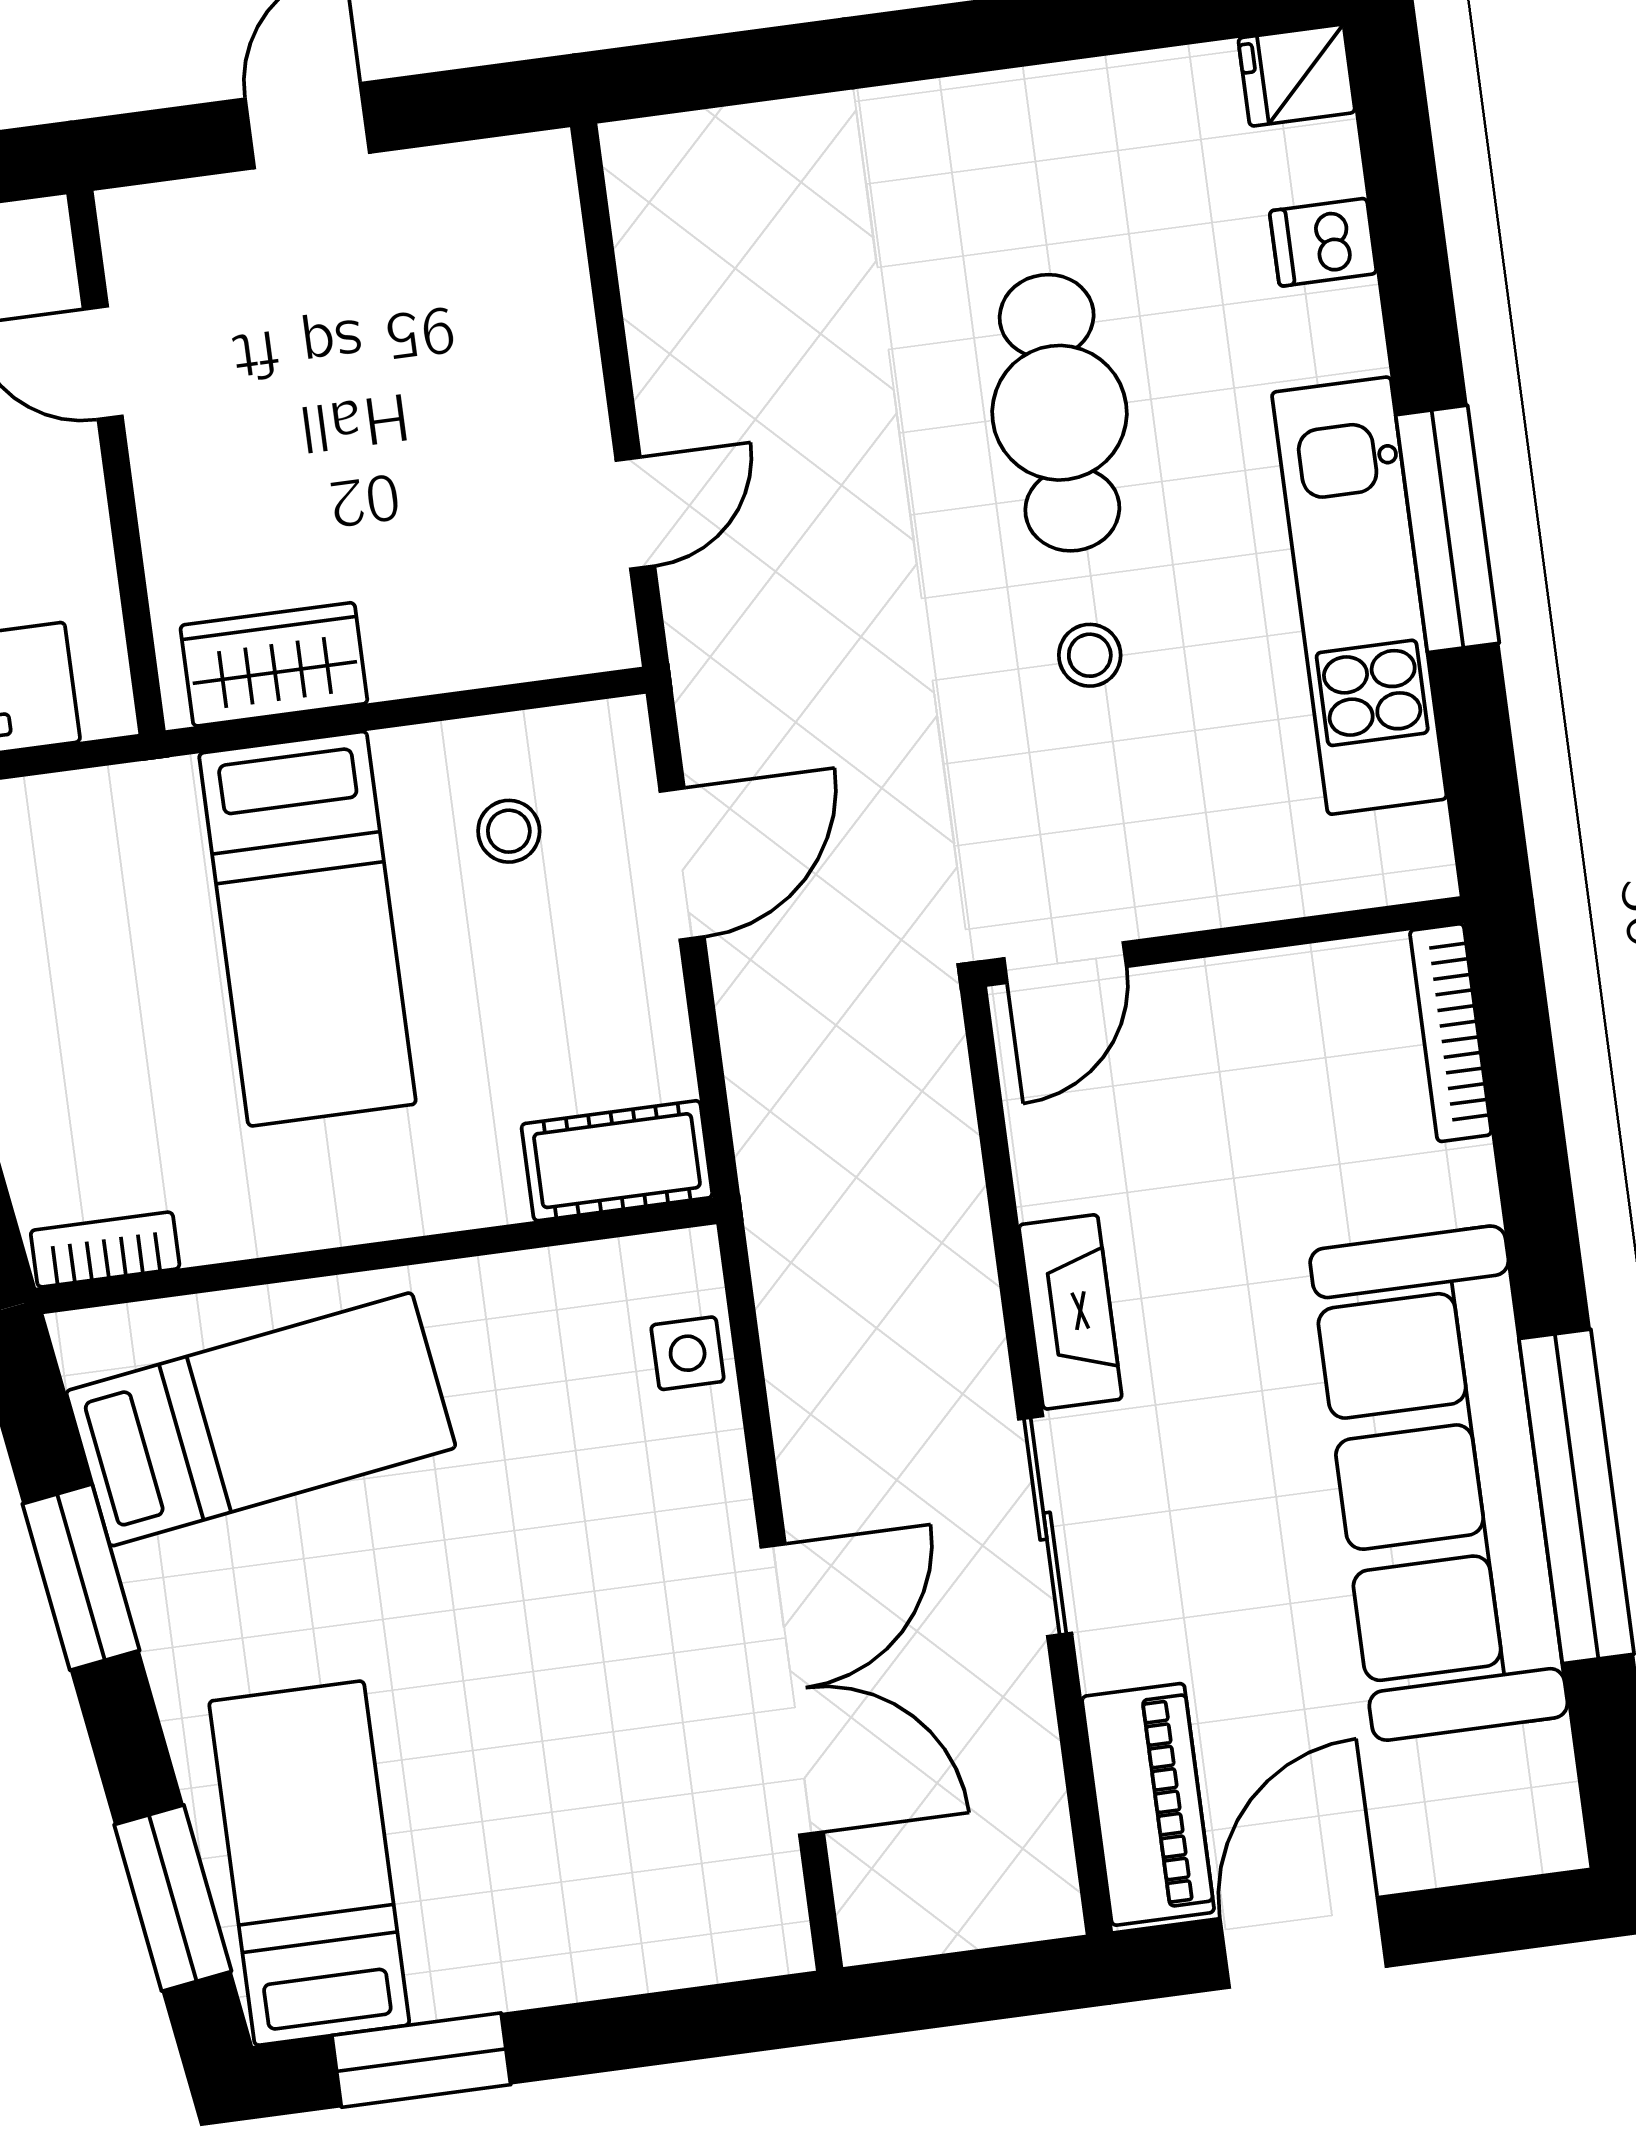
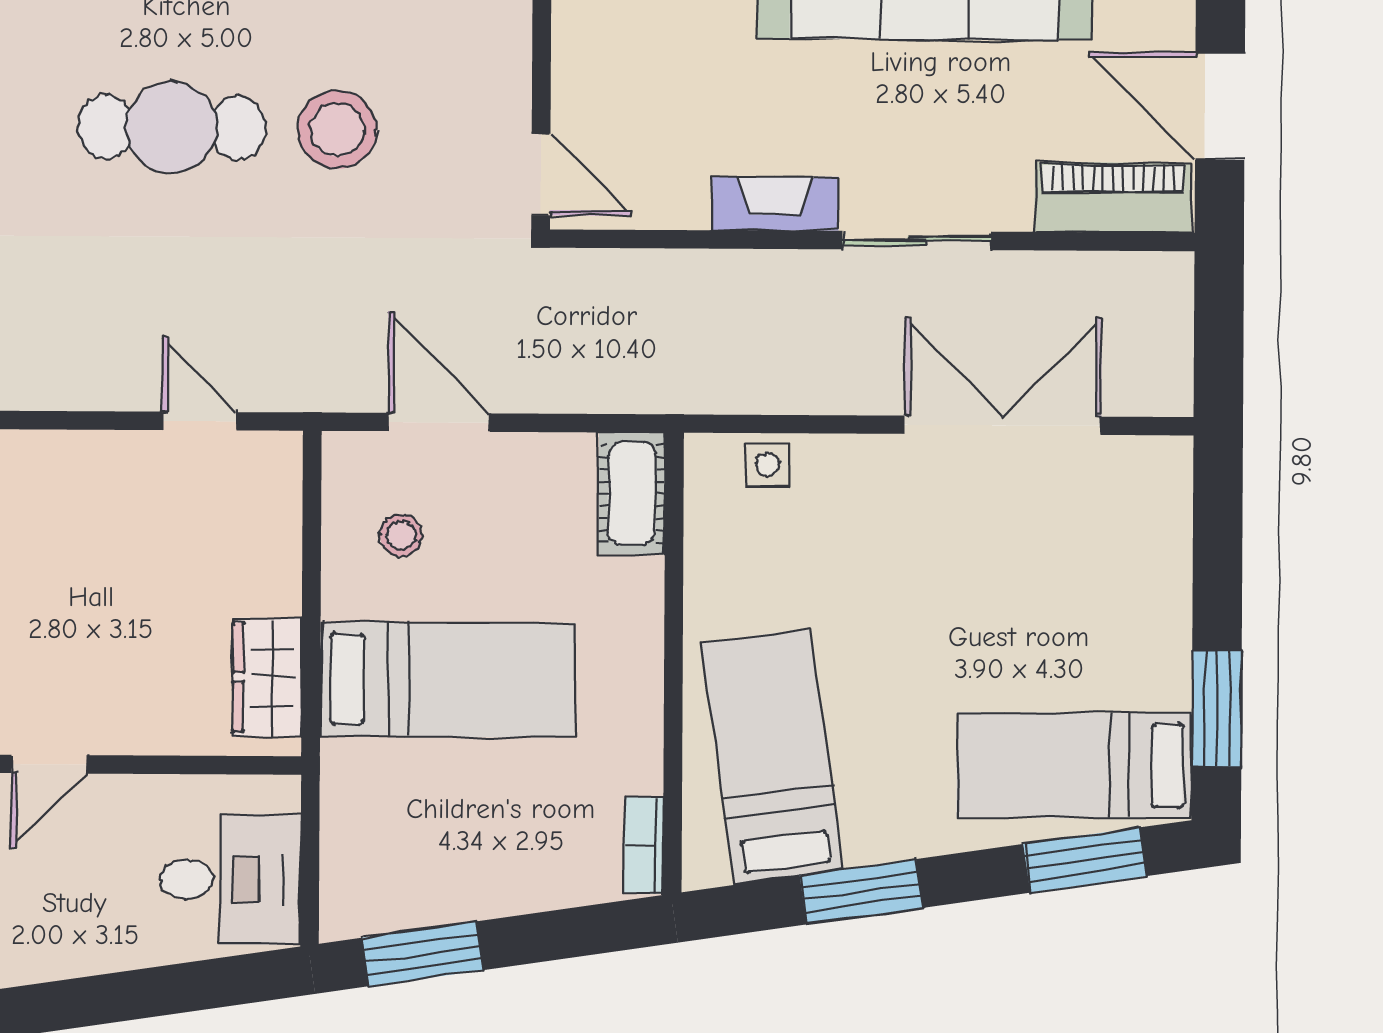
stool: (1090, 655) -> (337, 130), width x1.89, depth x1.89

